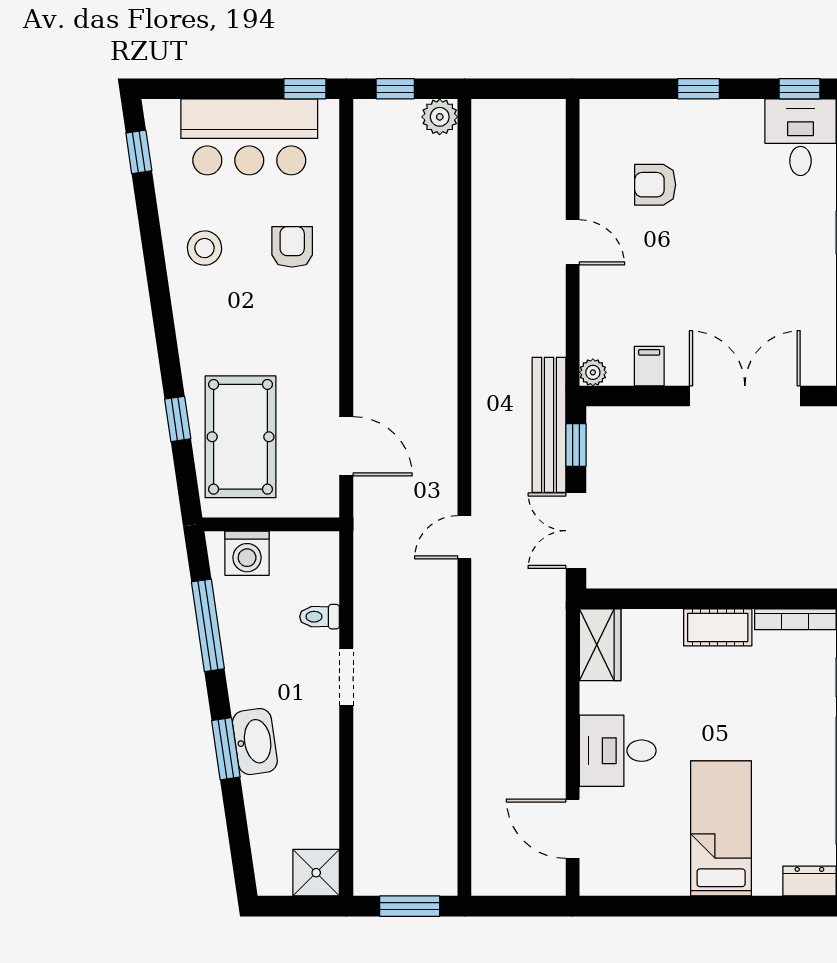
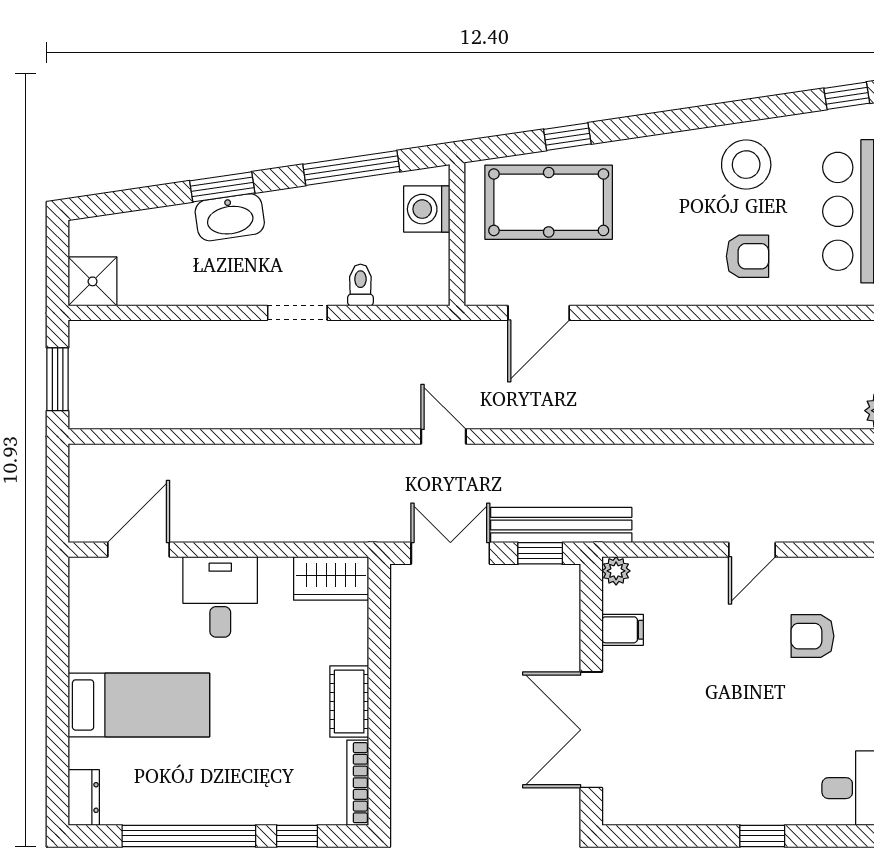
armchair: (655, 185) -> (812, 636), turned -90
stool: (204, 248) -> (746, 165), width x1.38, depth x1.38
double door: (745, 396) -> (591, 730), swing flipped

